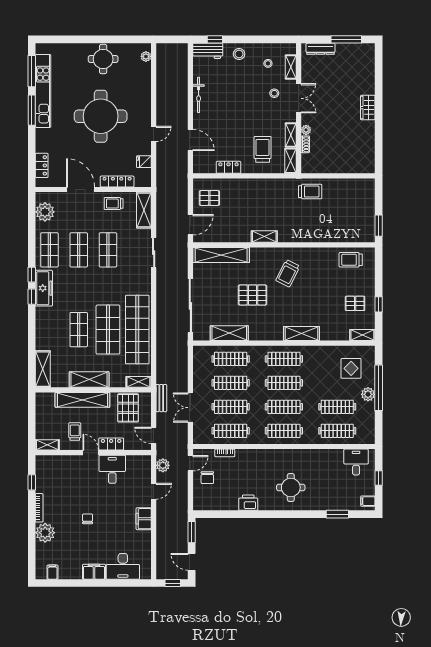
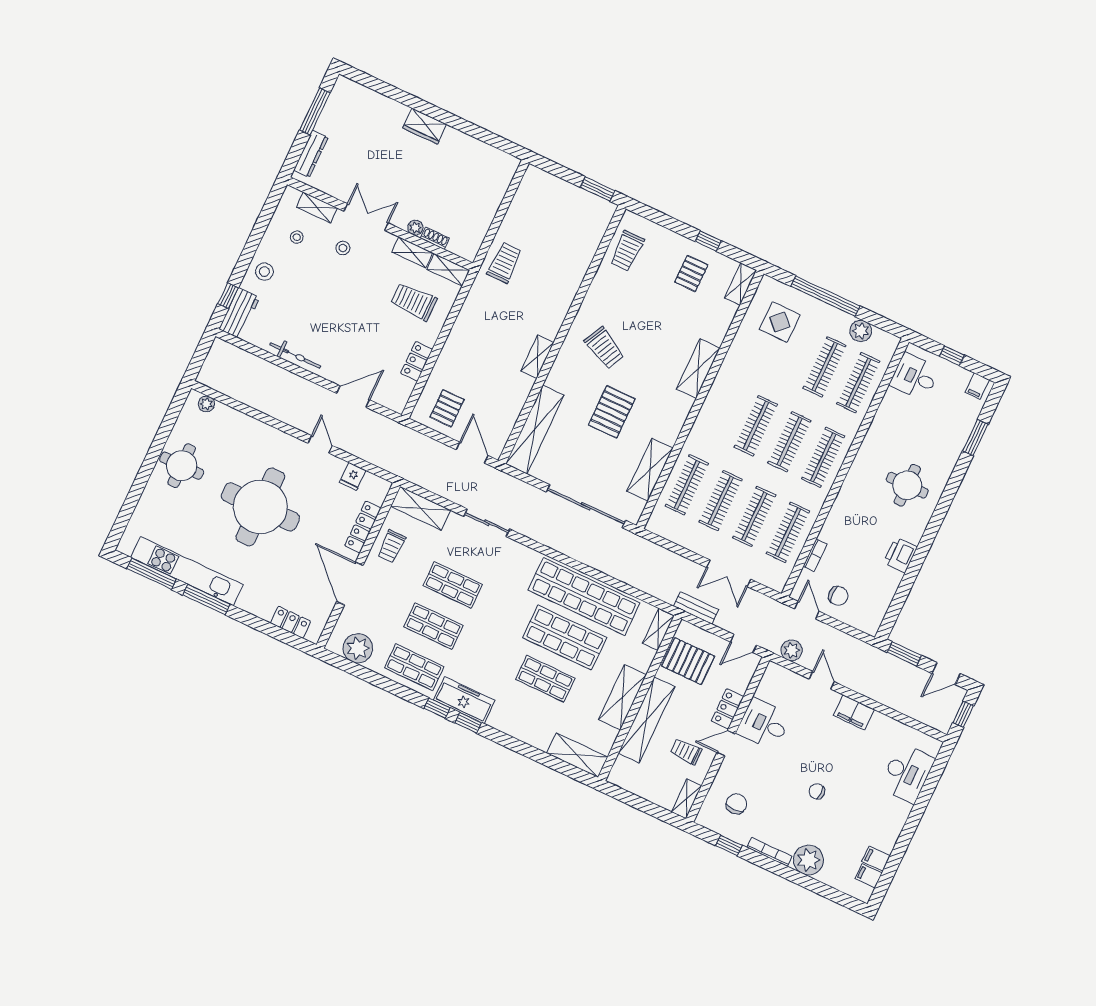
door: (81, 189) -> (350, 584), hinge flipped
clothes rail: (284, 359) -> (722, 410), removed
plant: (368, 394) -> (861, 331), moved
chair: (58, 475) -> (736, 804), added
filing cabinet: (94, 572) -> (876, 859), moved, width x0.50

